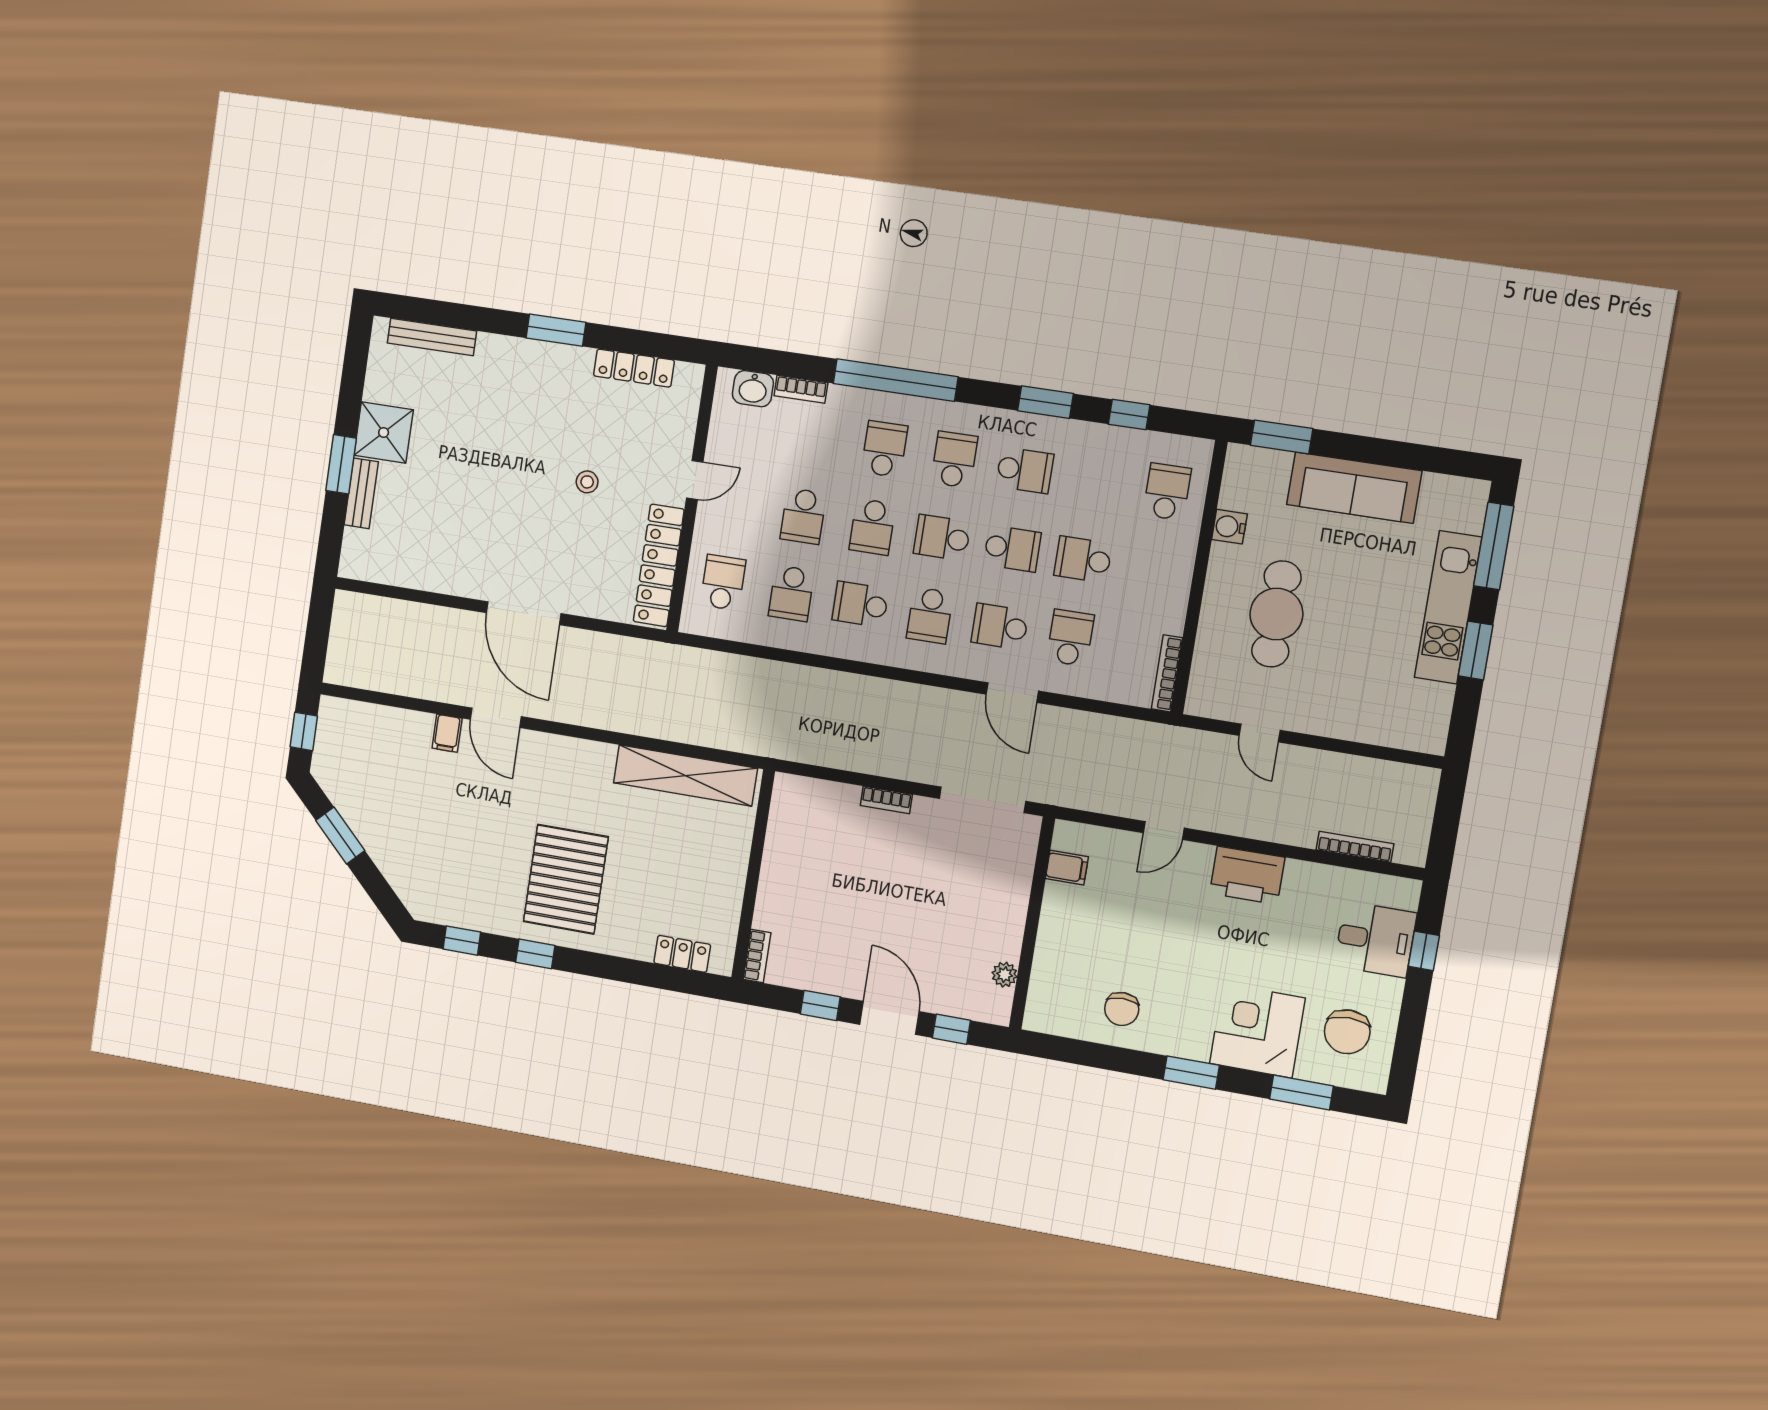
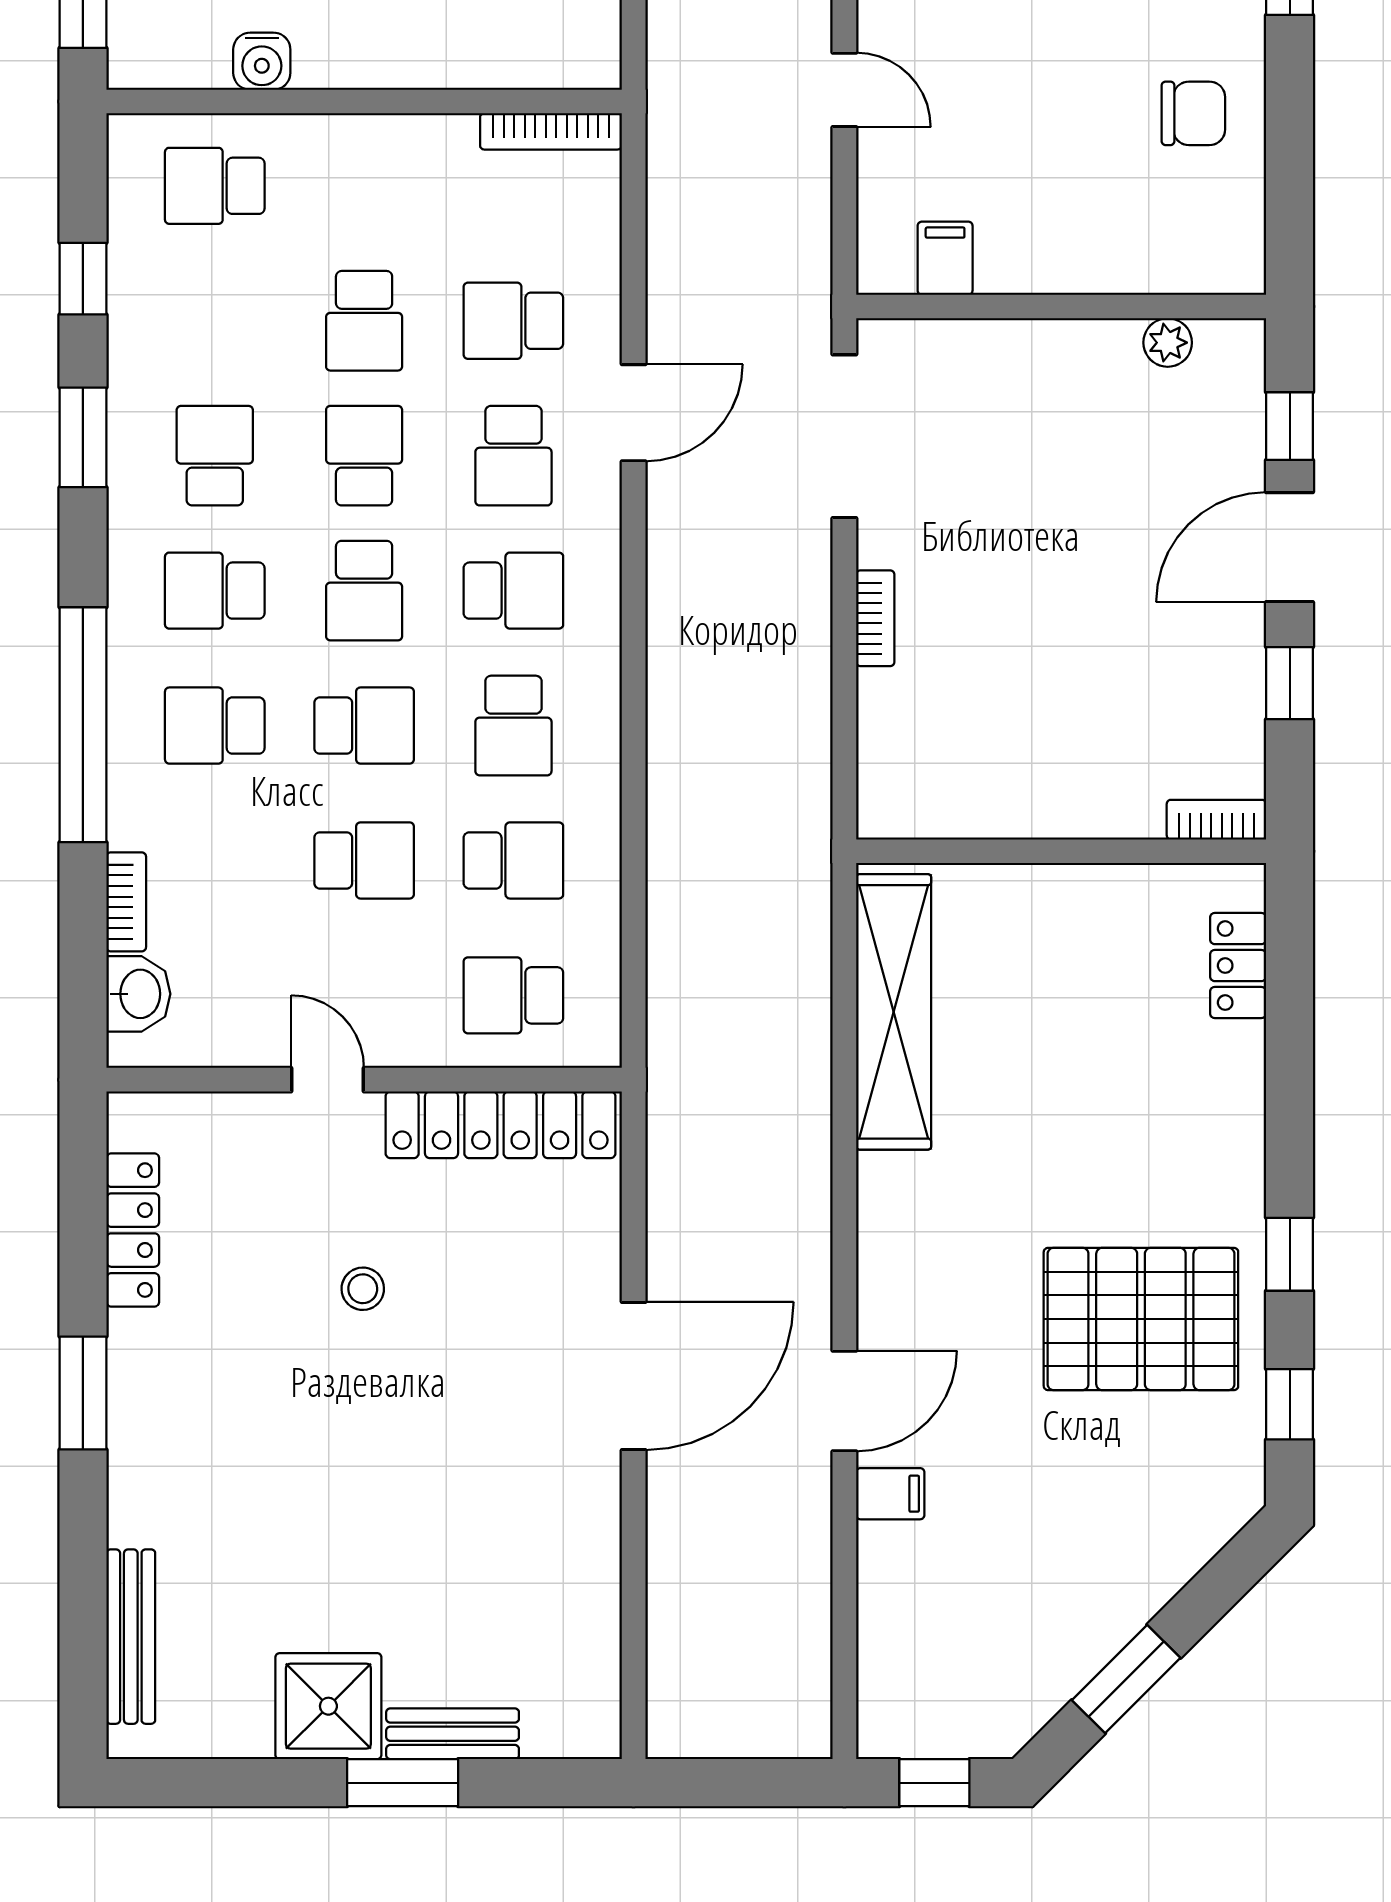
pallet: (566, 879) -> (1141, 1319), moved

